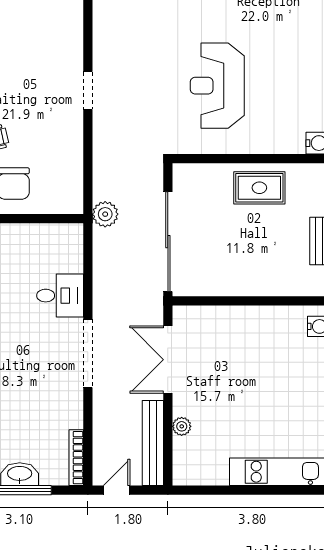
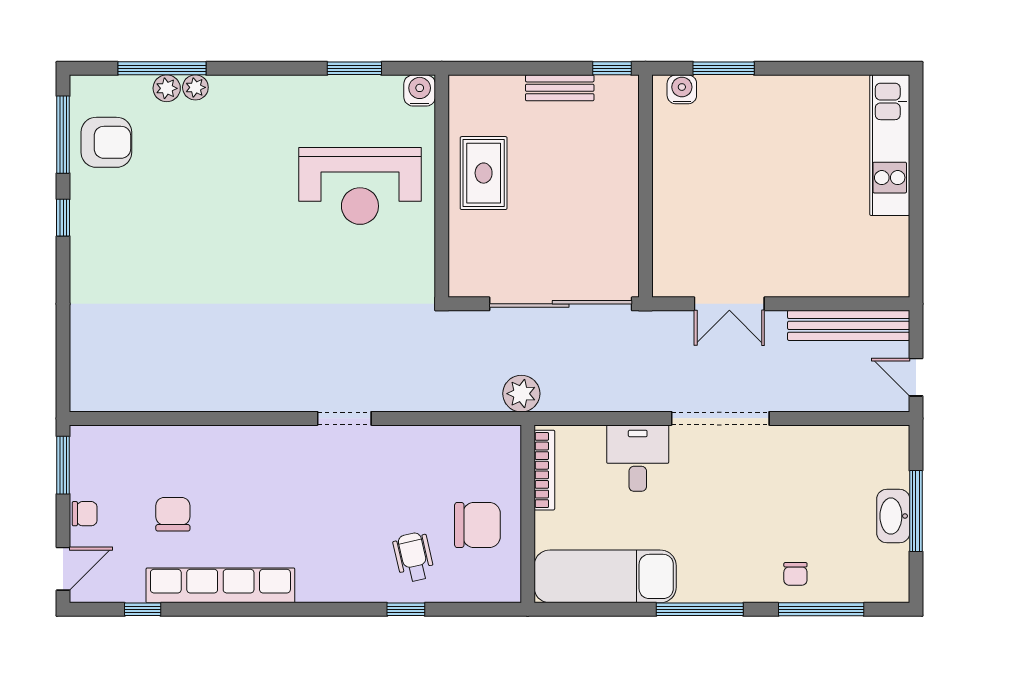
reception desk: (217, 86) -> (360, 186), moved
double door: (168, 360) -> (729, 304), width x0.73
plant: (182, 426) -> (825, 284), removed
bookcase: (76, 458) -> (544, 470), moved, turned -90

